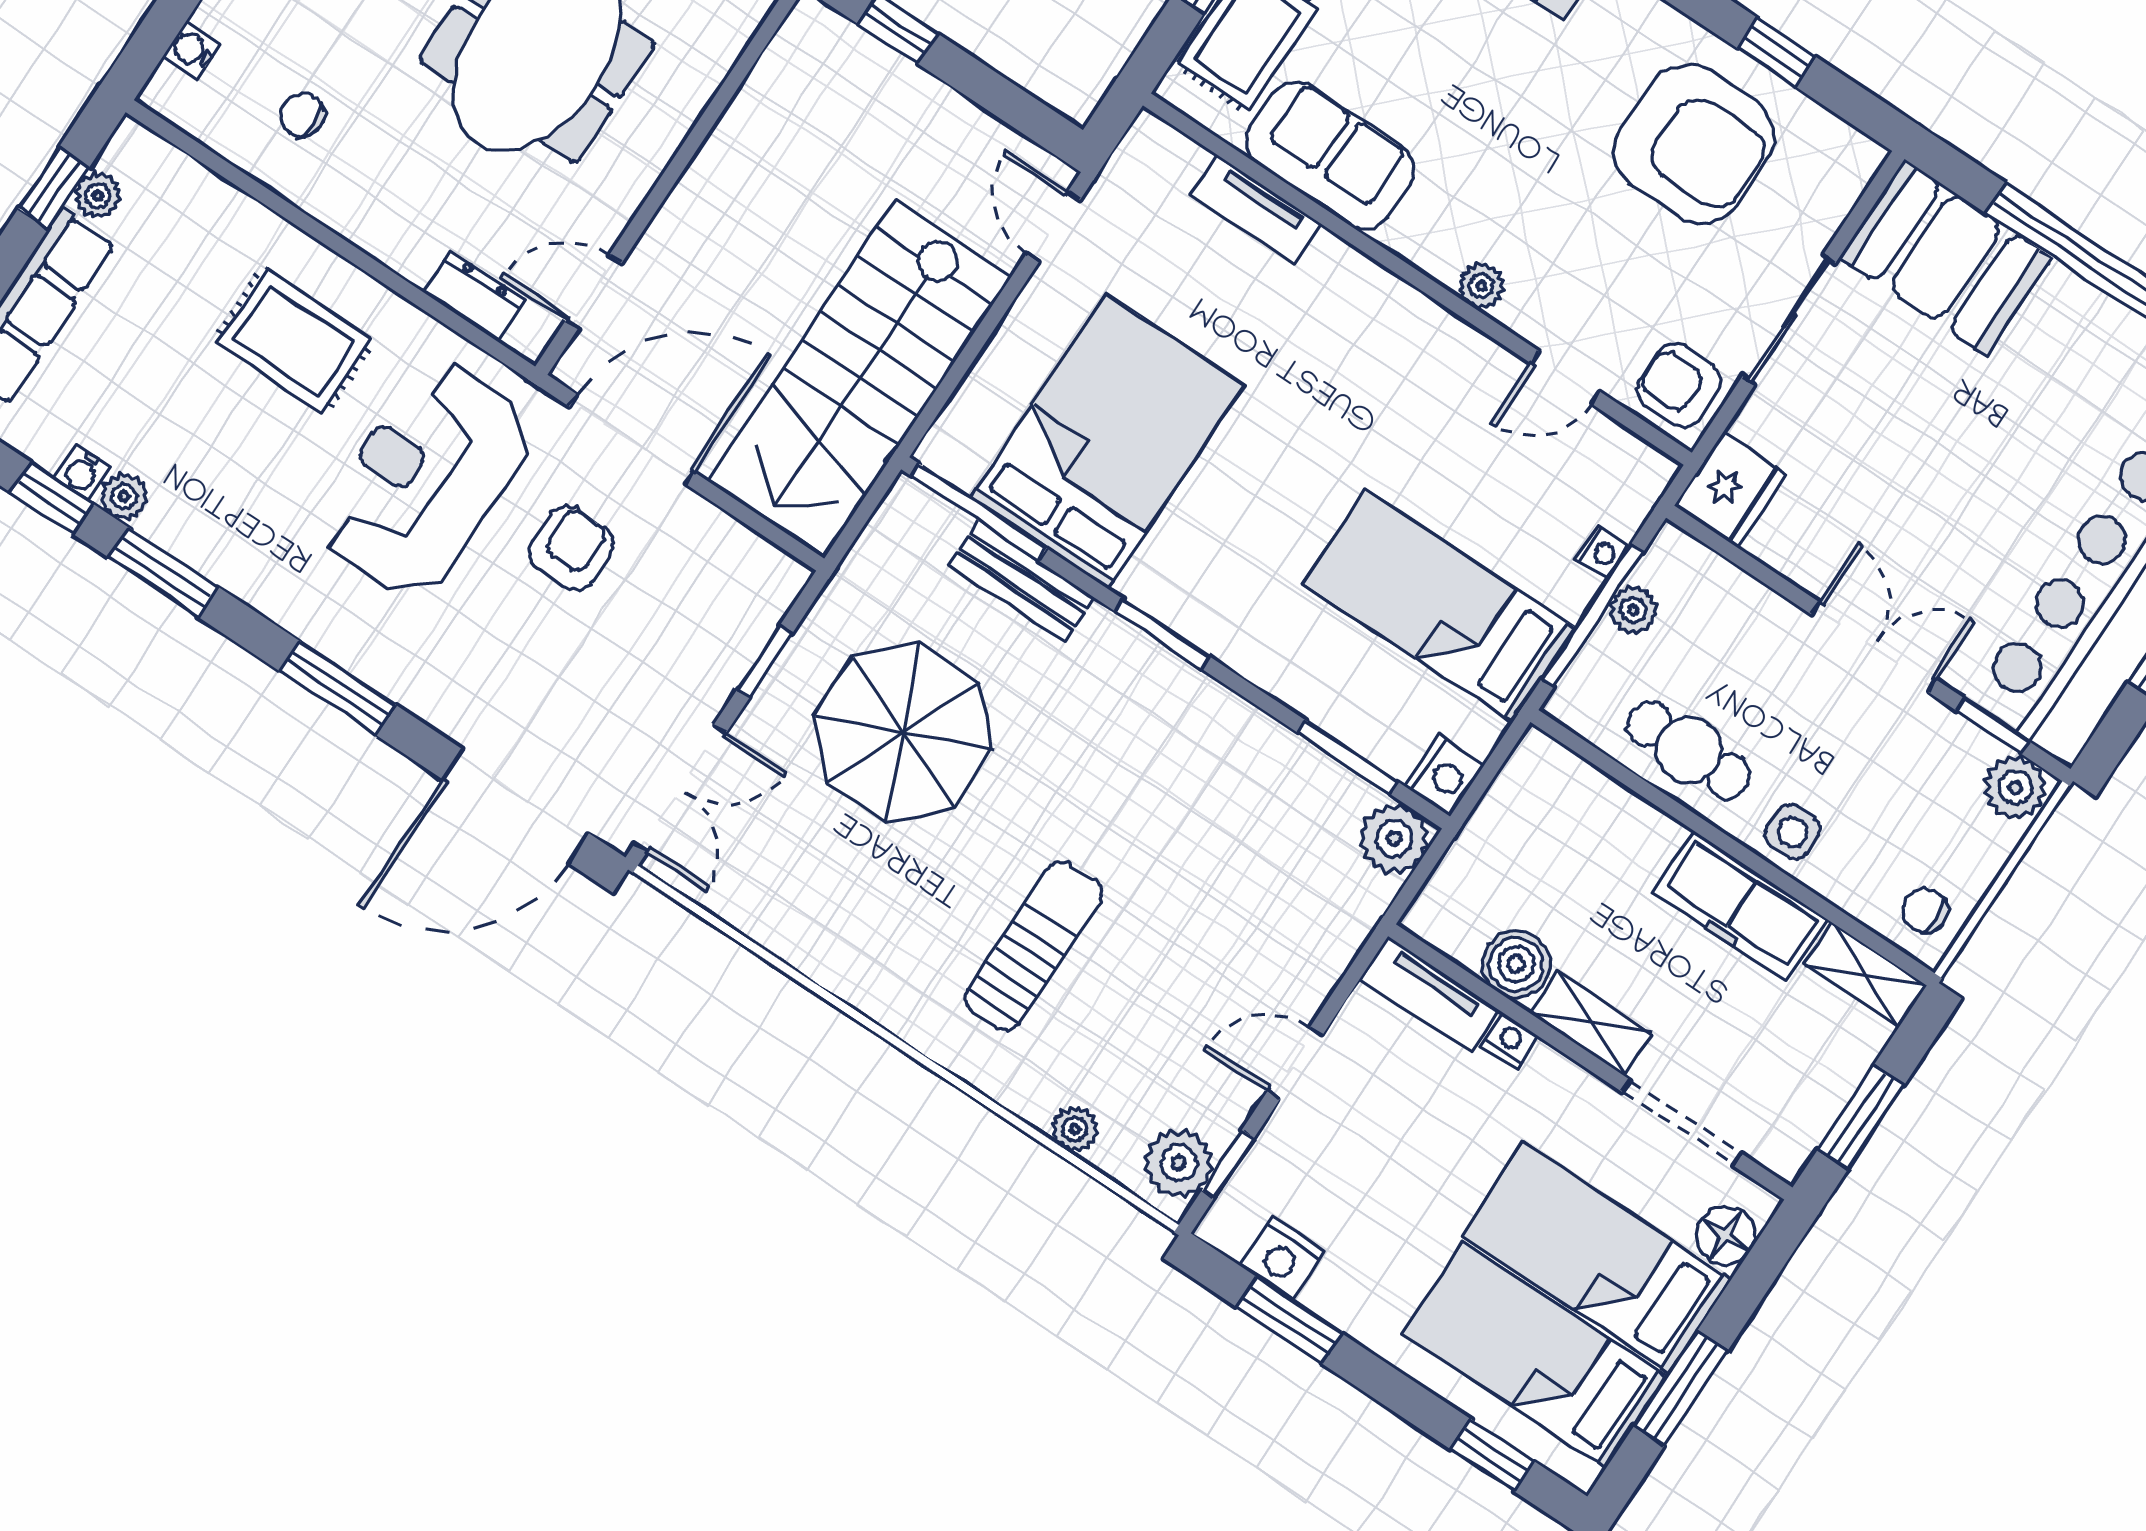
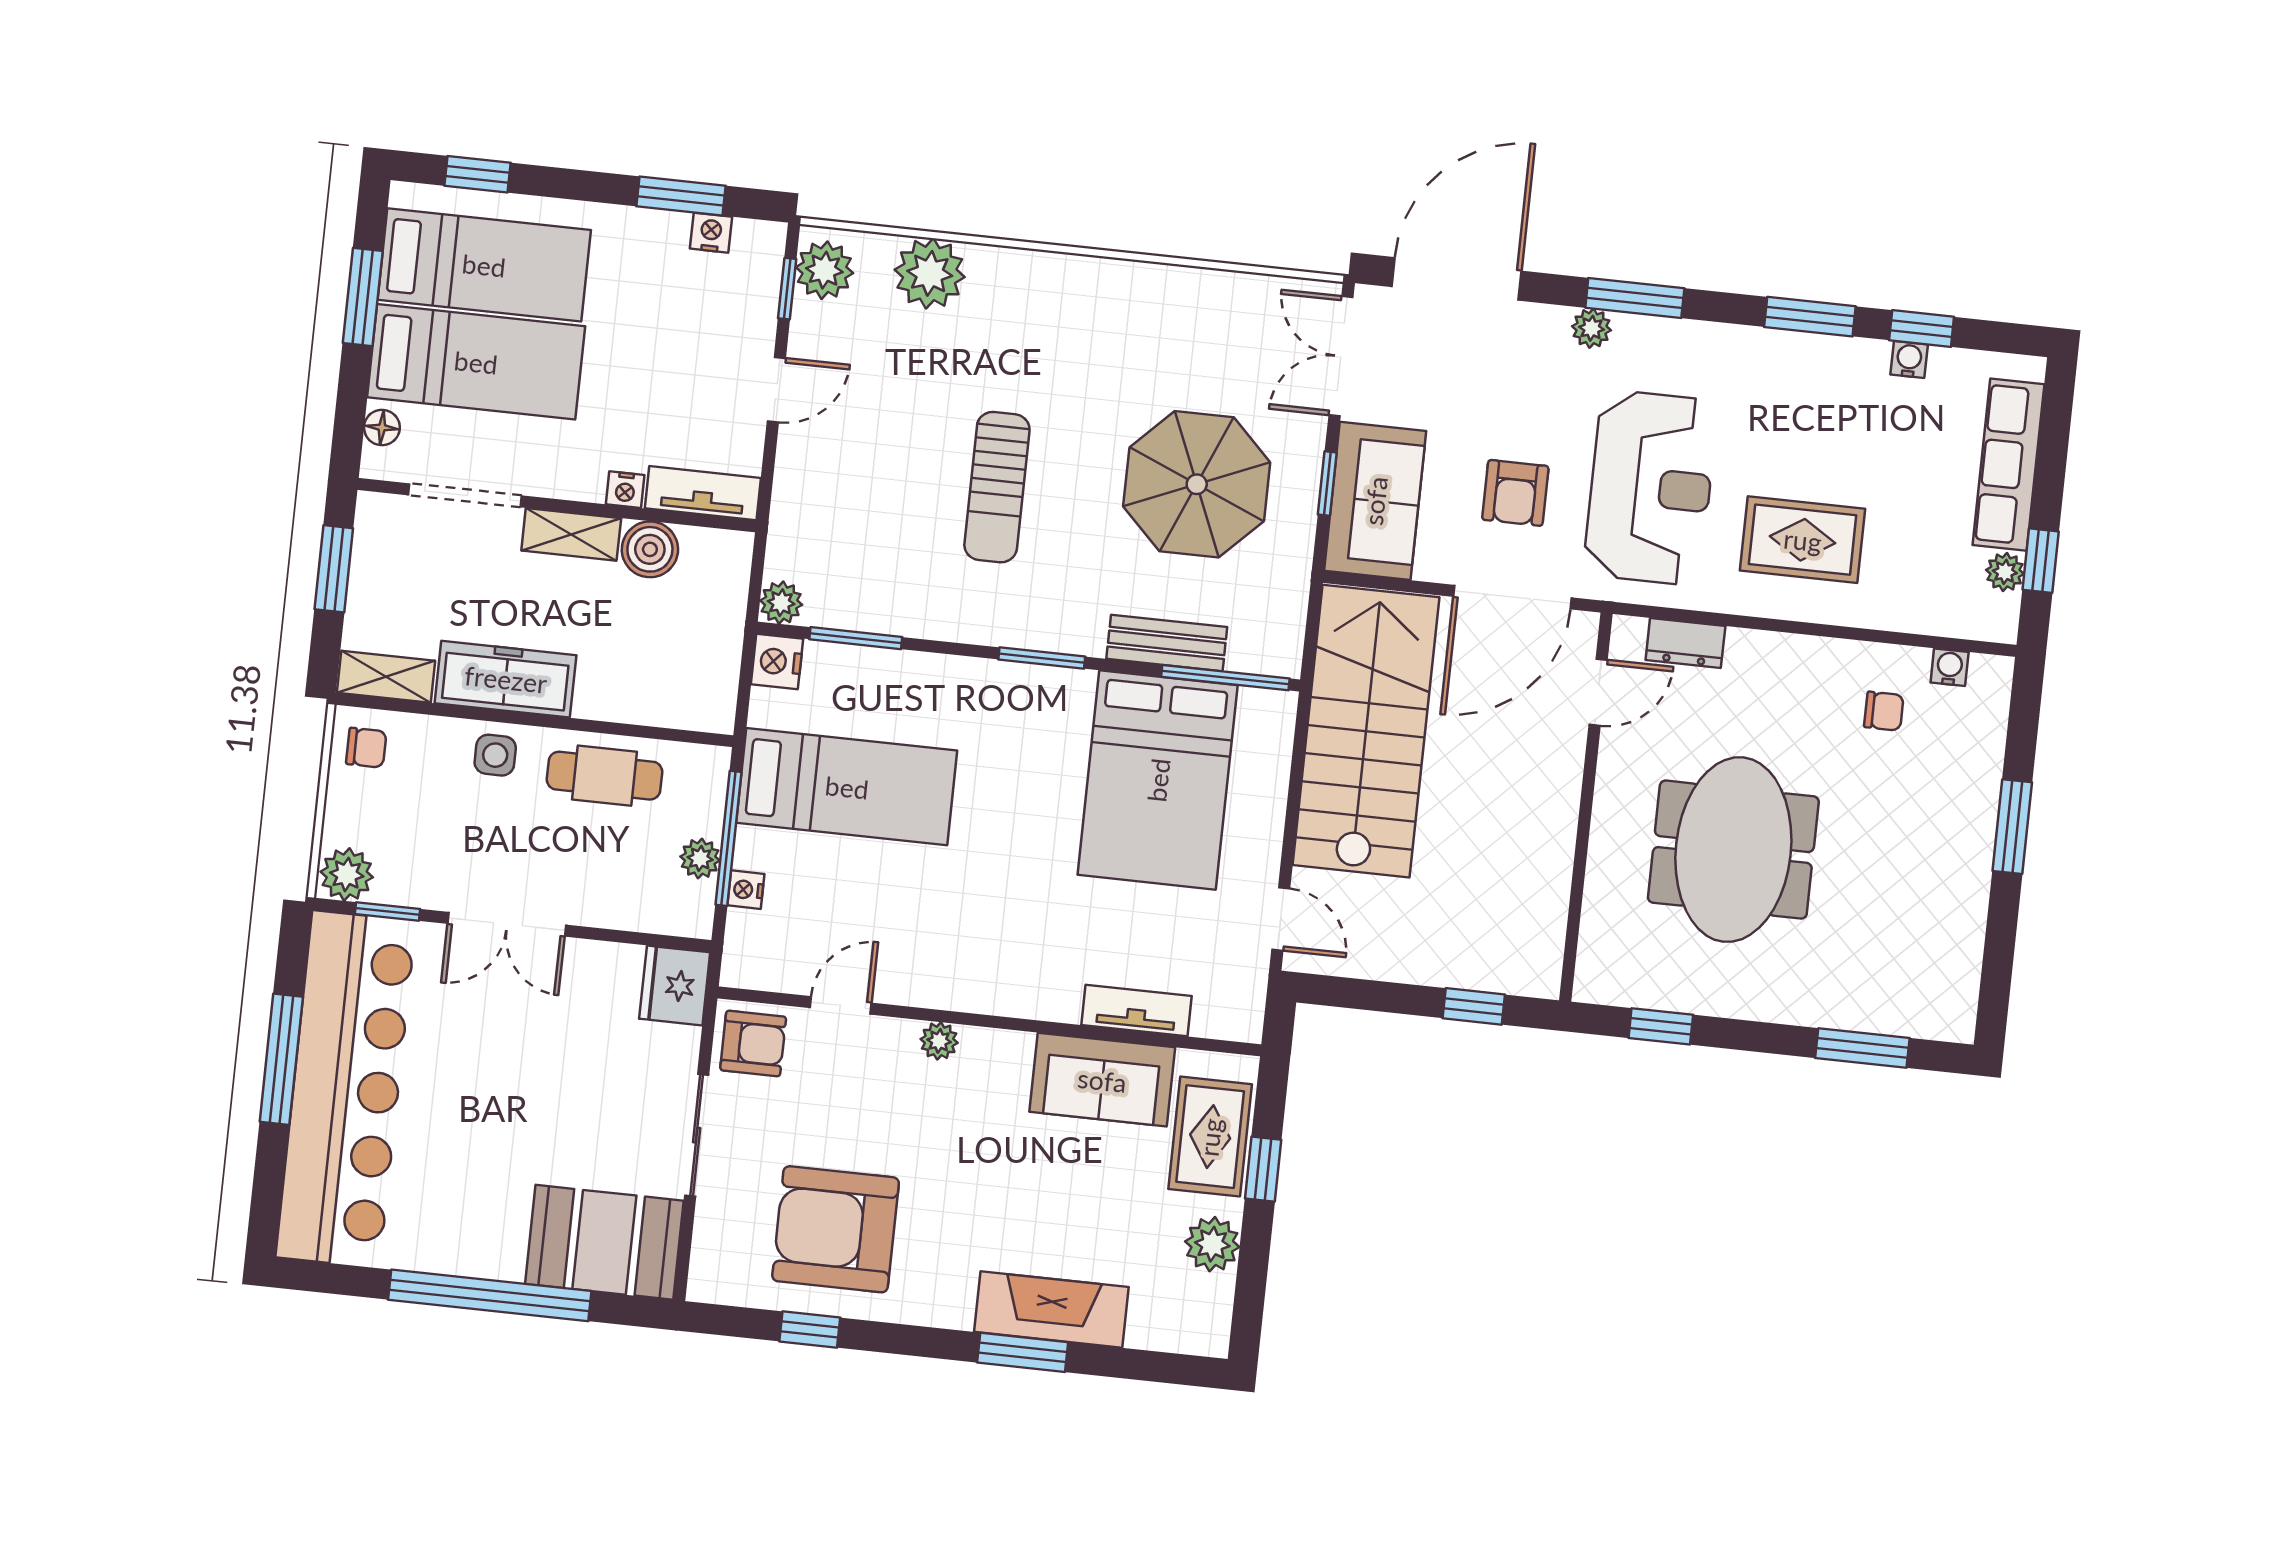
water cooler: (192, 50) -> (1950, 667), moved, turned -90
plant: (124, 497) -> (1592, 328), moved
sofa: (724, 617) -> (1375, 501), added
plant: (1394, 838) -> (781, 603), width x0.73, depth x0.73
sun lounger: (1034, 946) -> (997, 487), moved
plant: (1075, 1129) -> (930, 273), width x1.87, depth x1.87
floor lamp: (1726, 1236) -> (382, 428), width x0.73, depth x0.73
nightstand: (1282, 1259) -> (711, 233), width x0.72, depth x0.74

